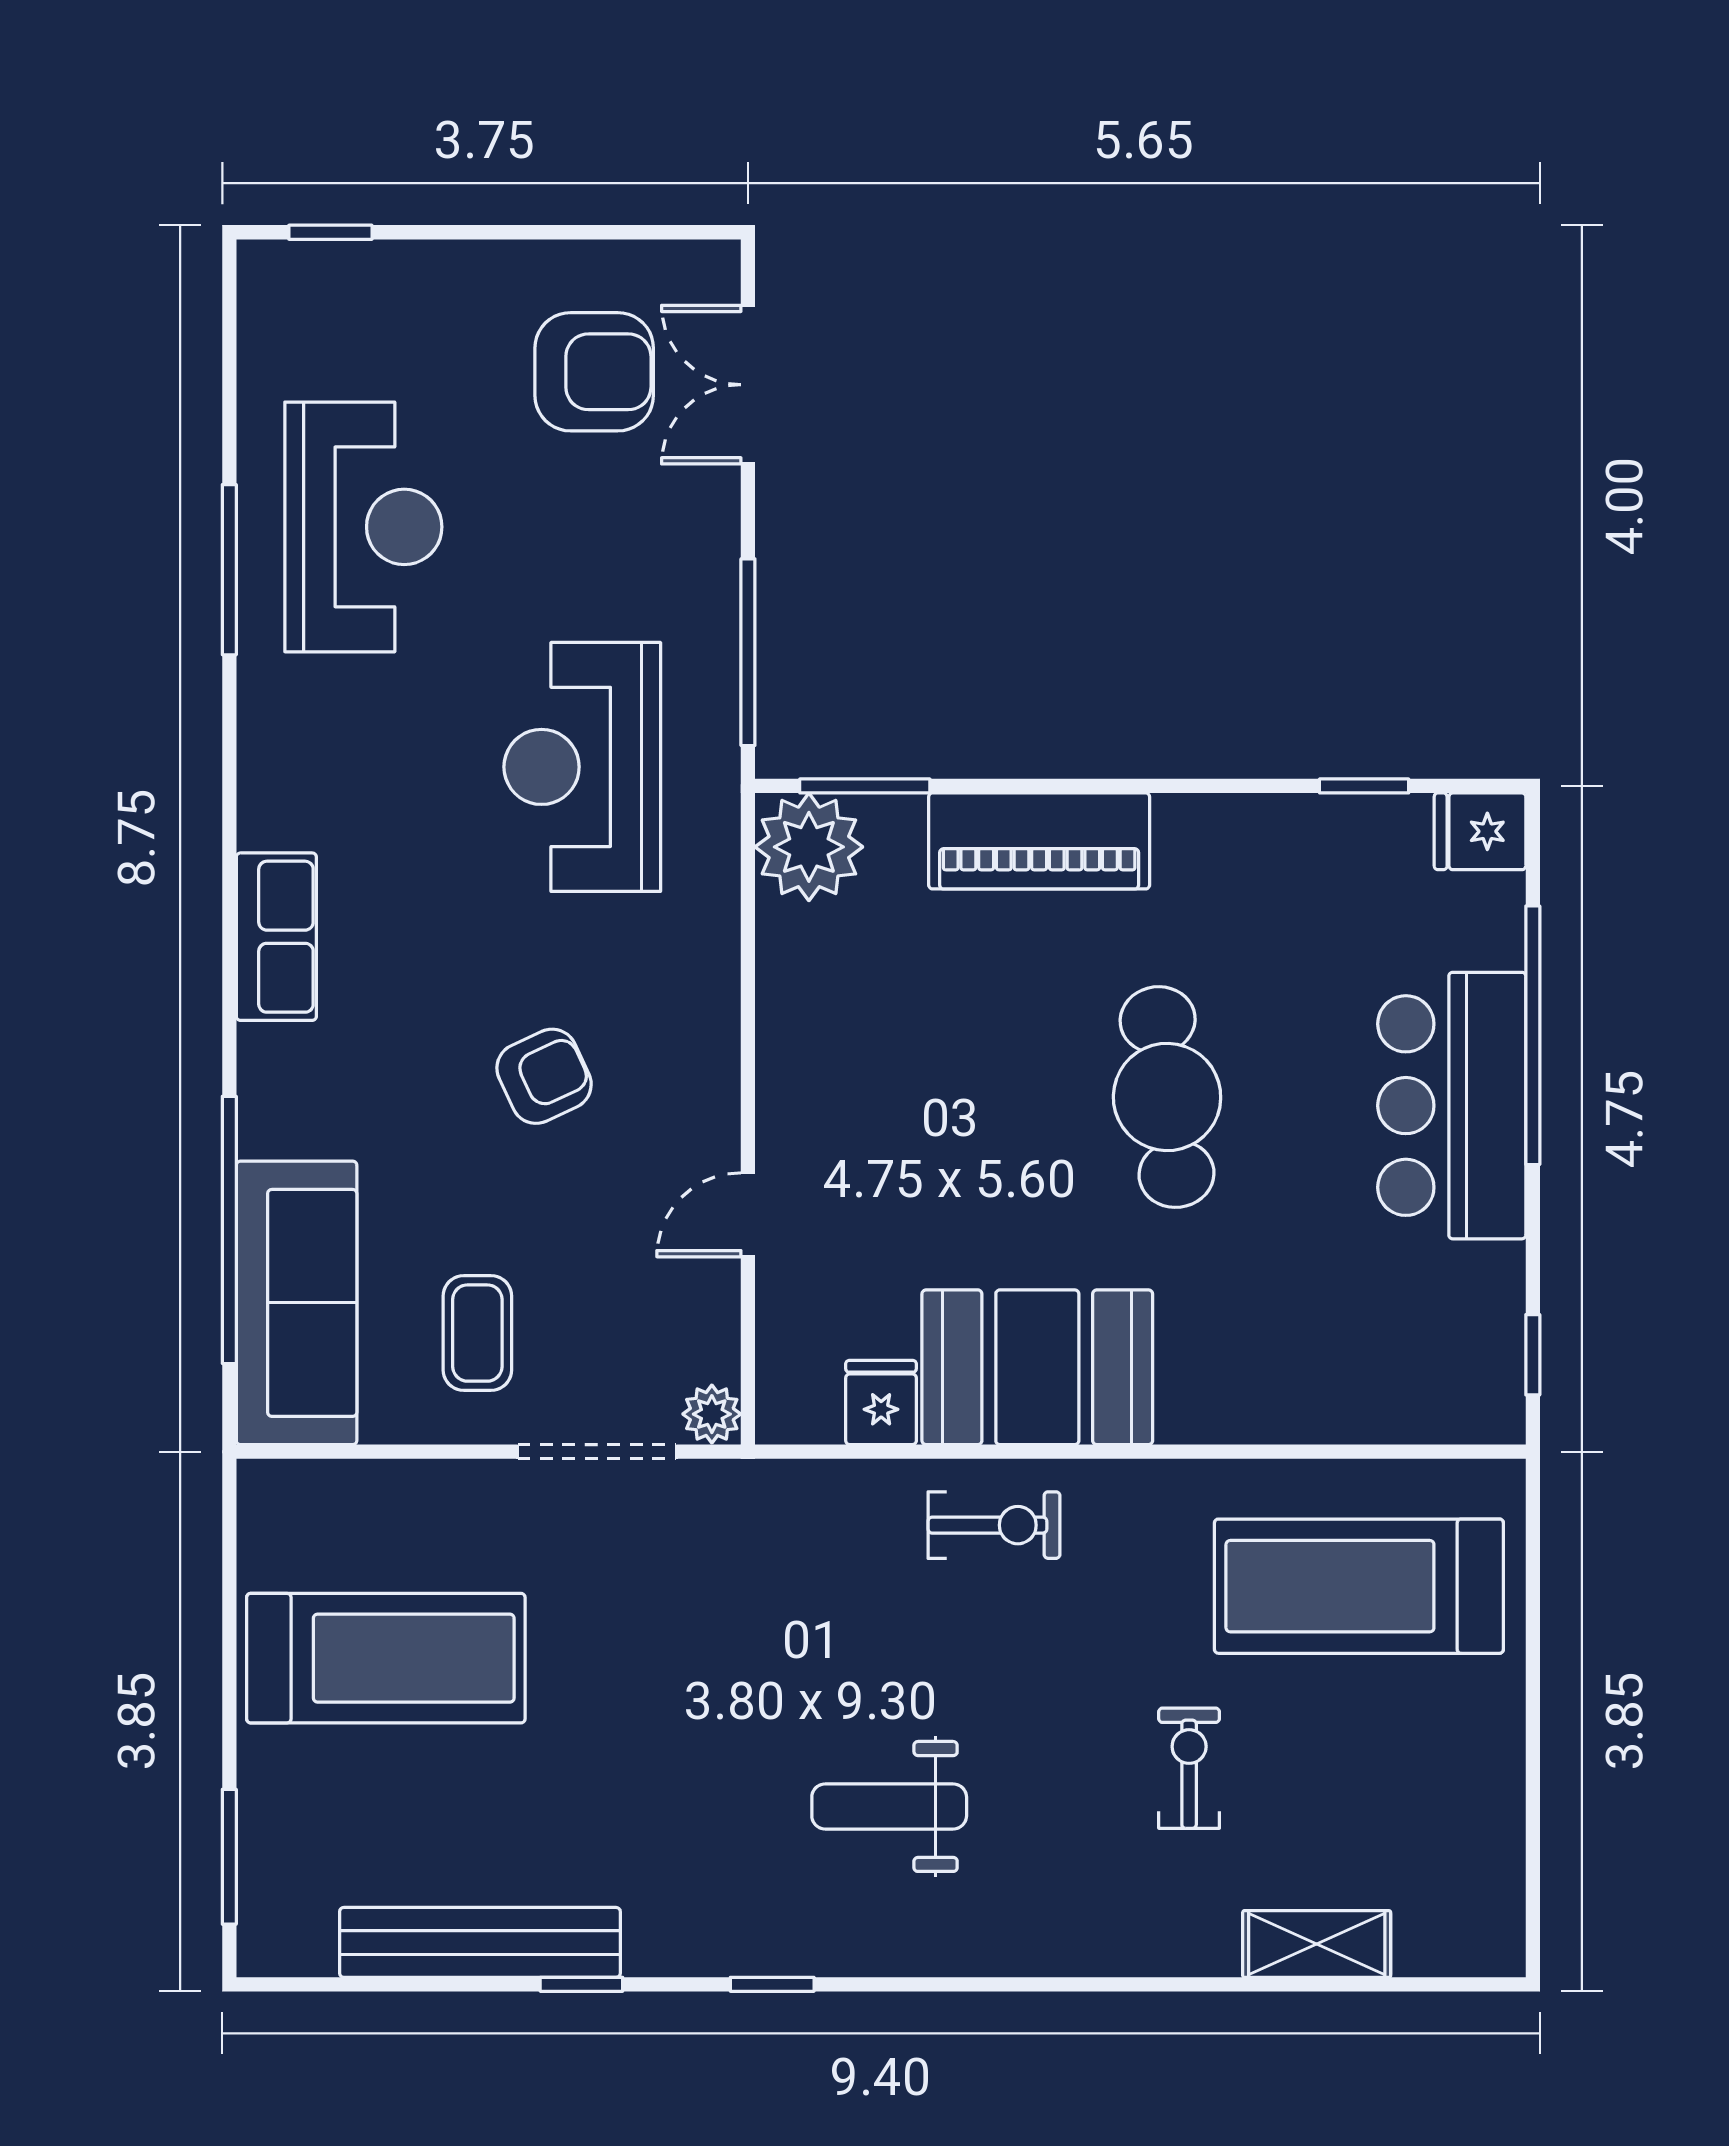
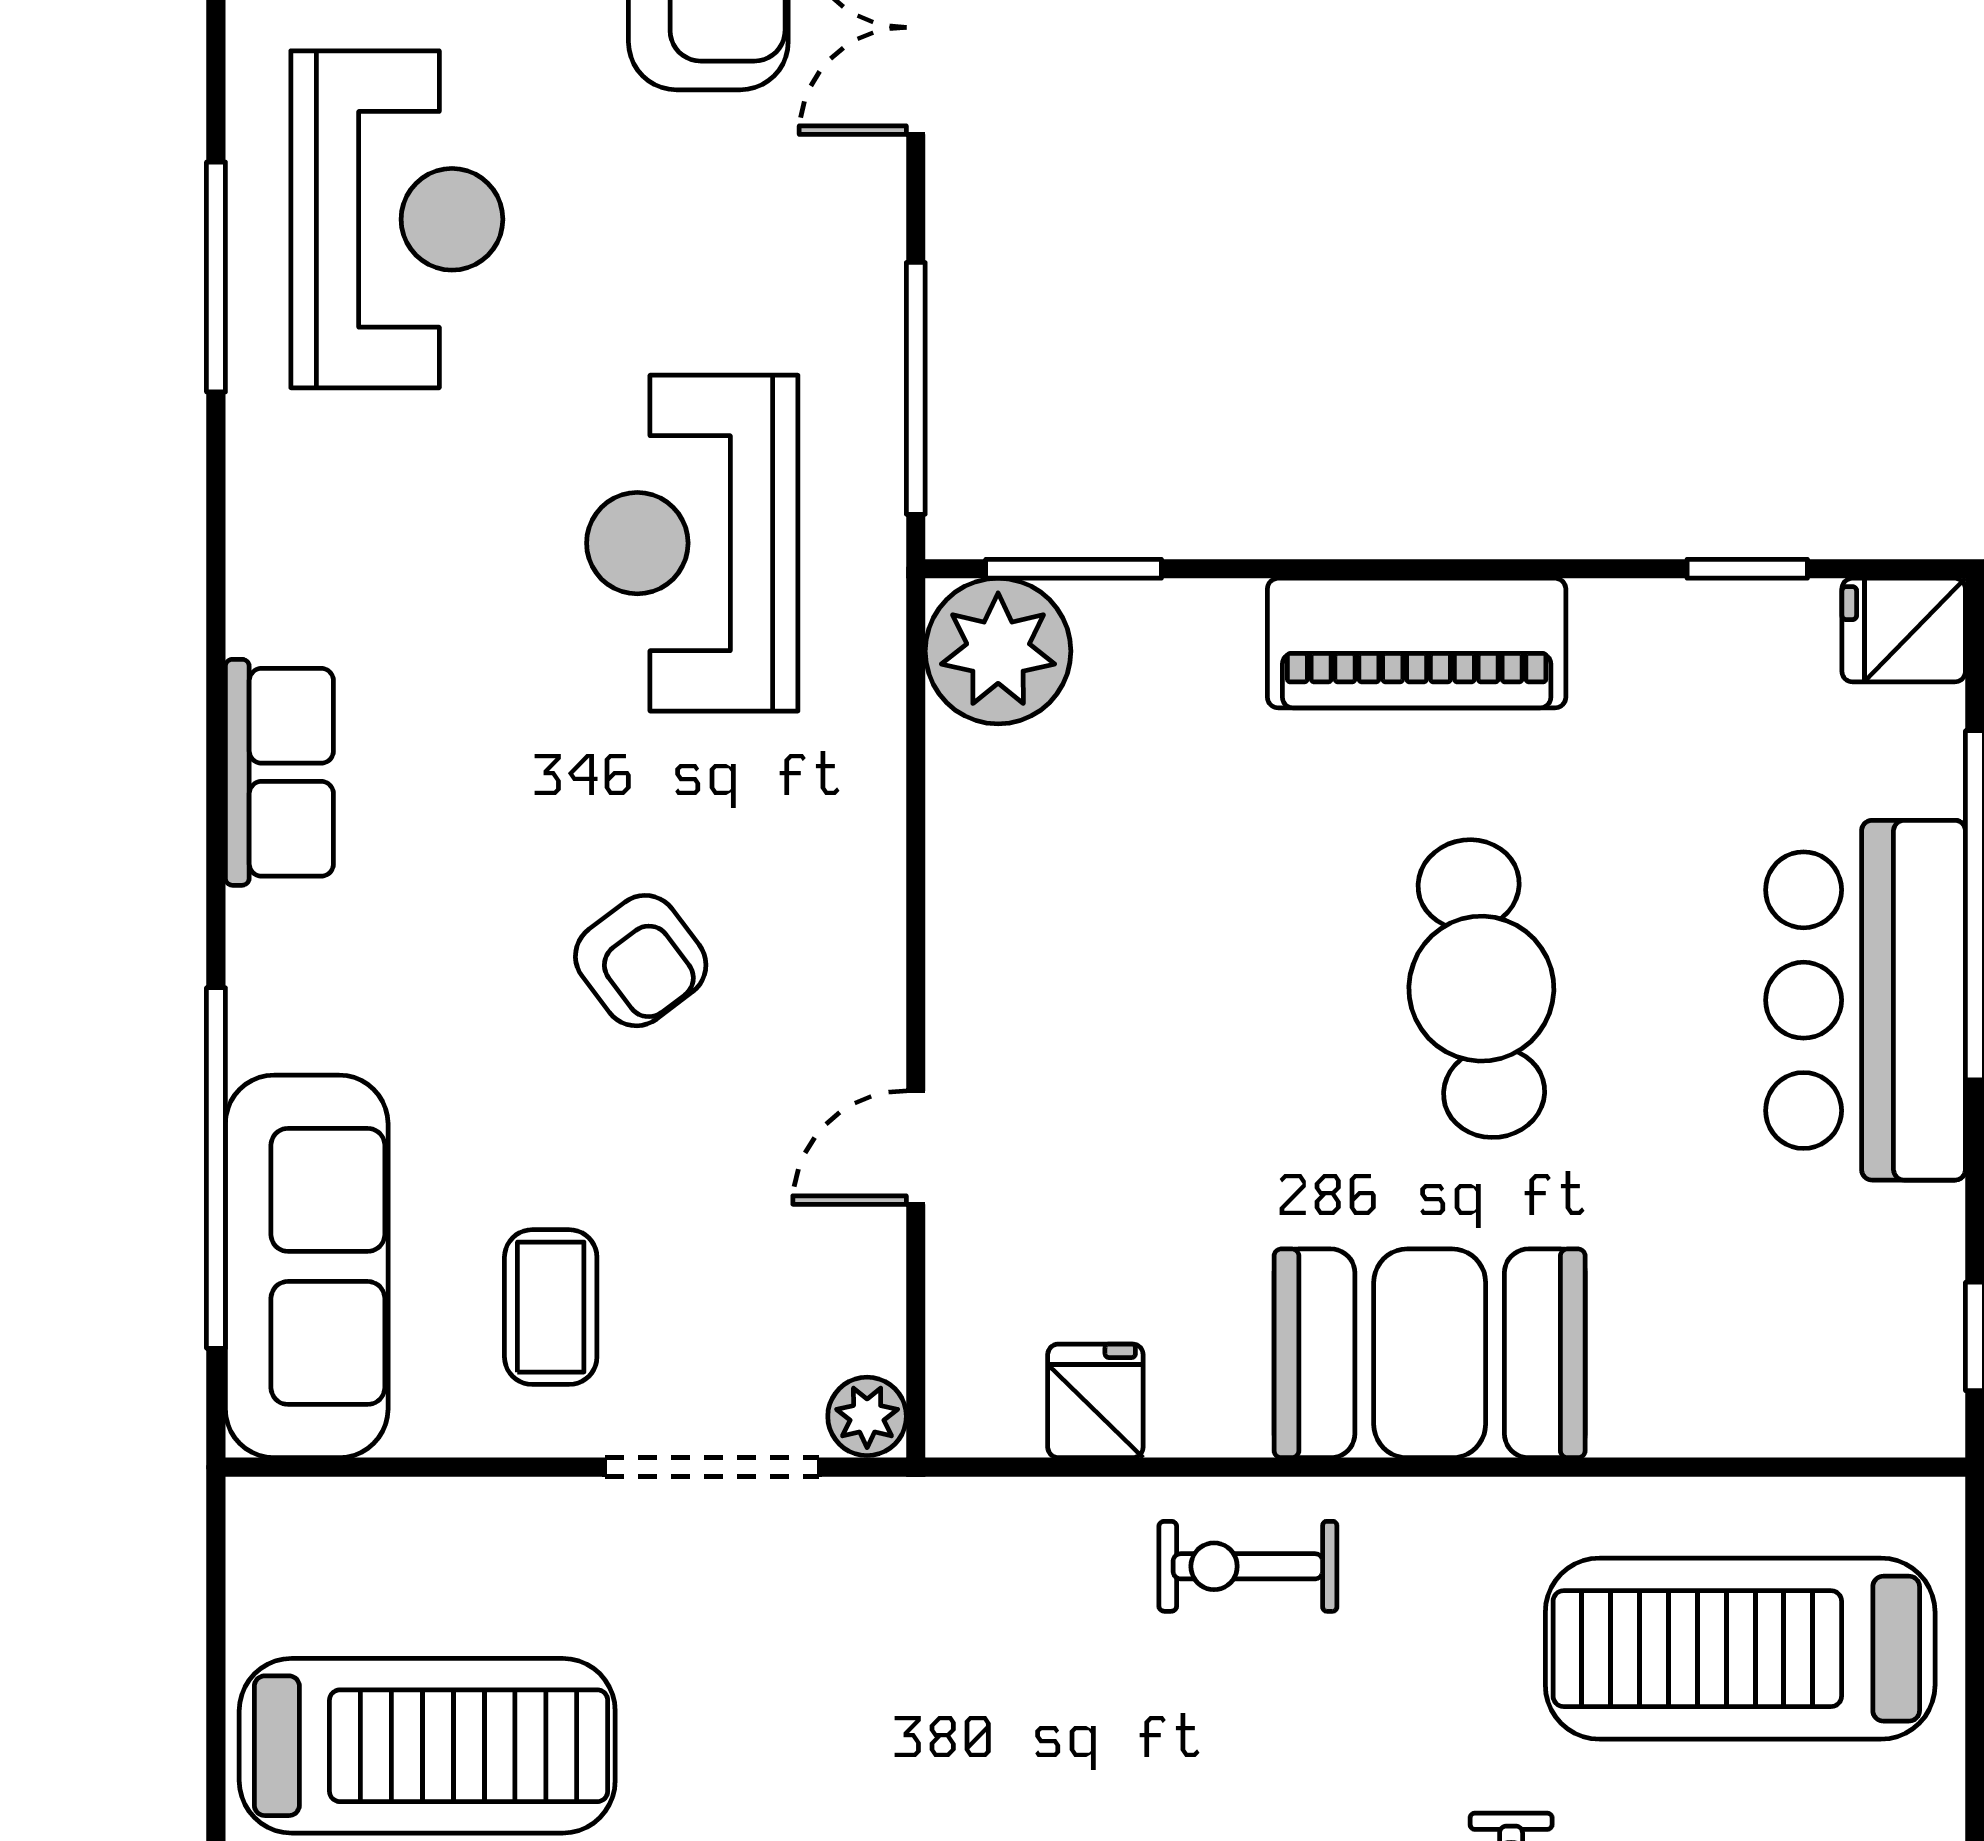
piano: (1039, 841) -> (1417, 643), moved
armchair: (544, 1076) -> (641, 961), turned 78
booth: (1037, 1367) -> (1430, 1353), moved
exercise bike: (994, 1525) -> (1248, 1566), turned 180

